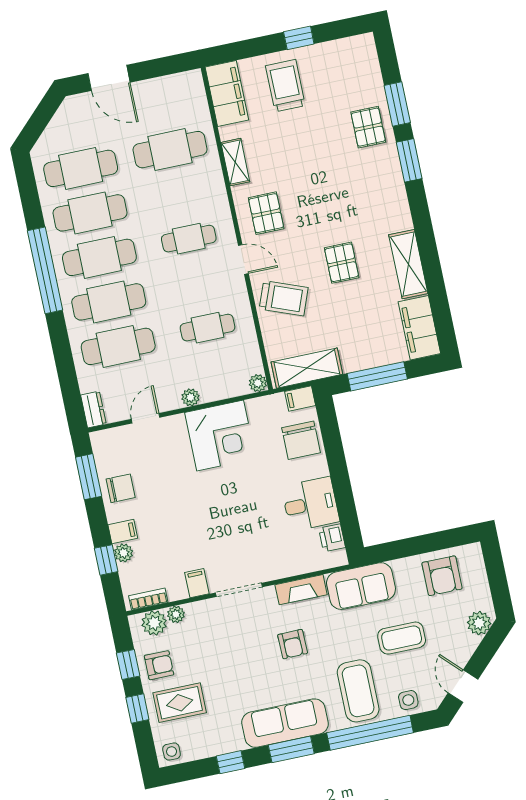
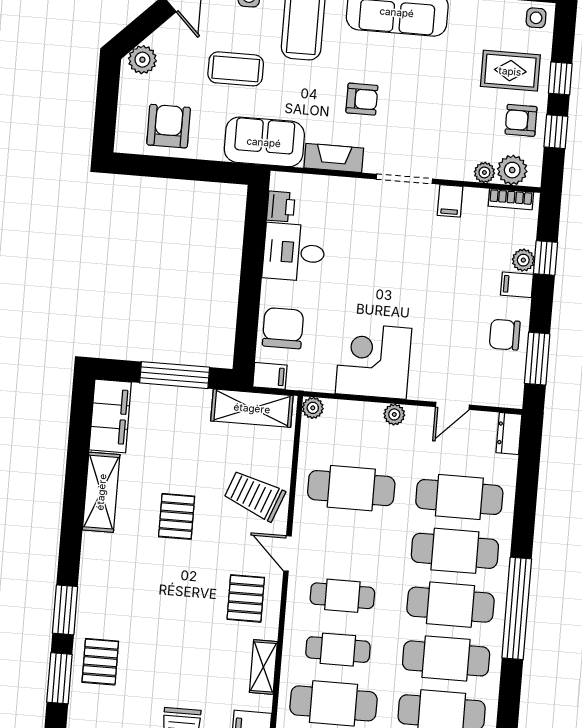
cafe table: (179, 194) -> (338, 650), added
cafe table: (208, 328) -> (351, 488), width x1.37, depth x1.35
armchair: (293, 644) -> (362, 99), turned 91

